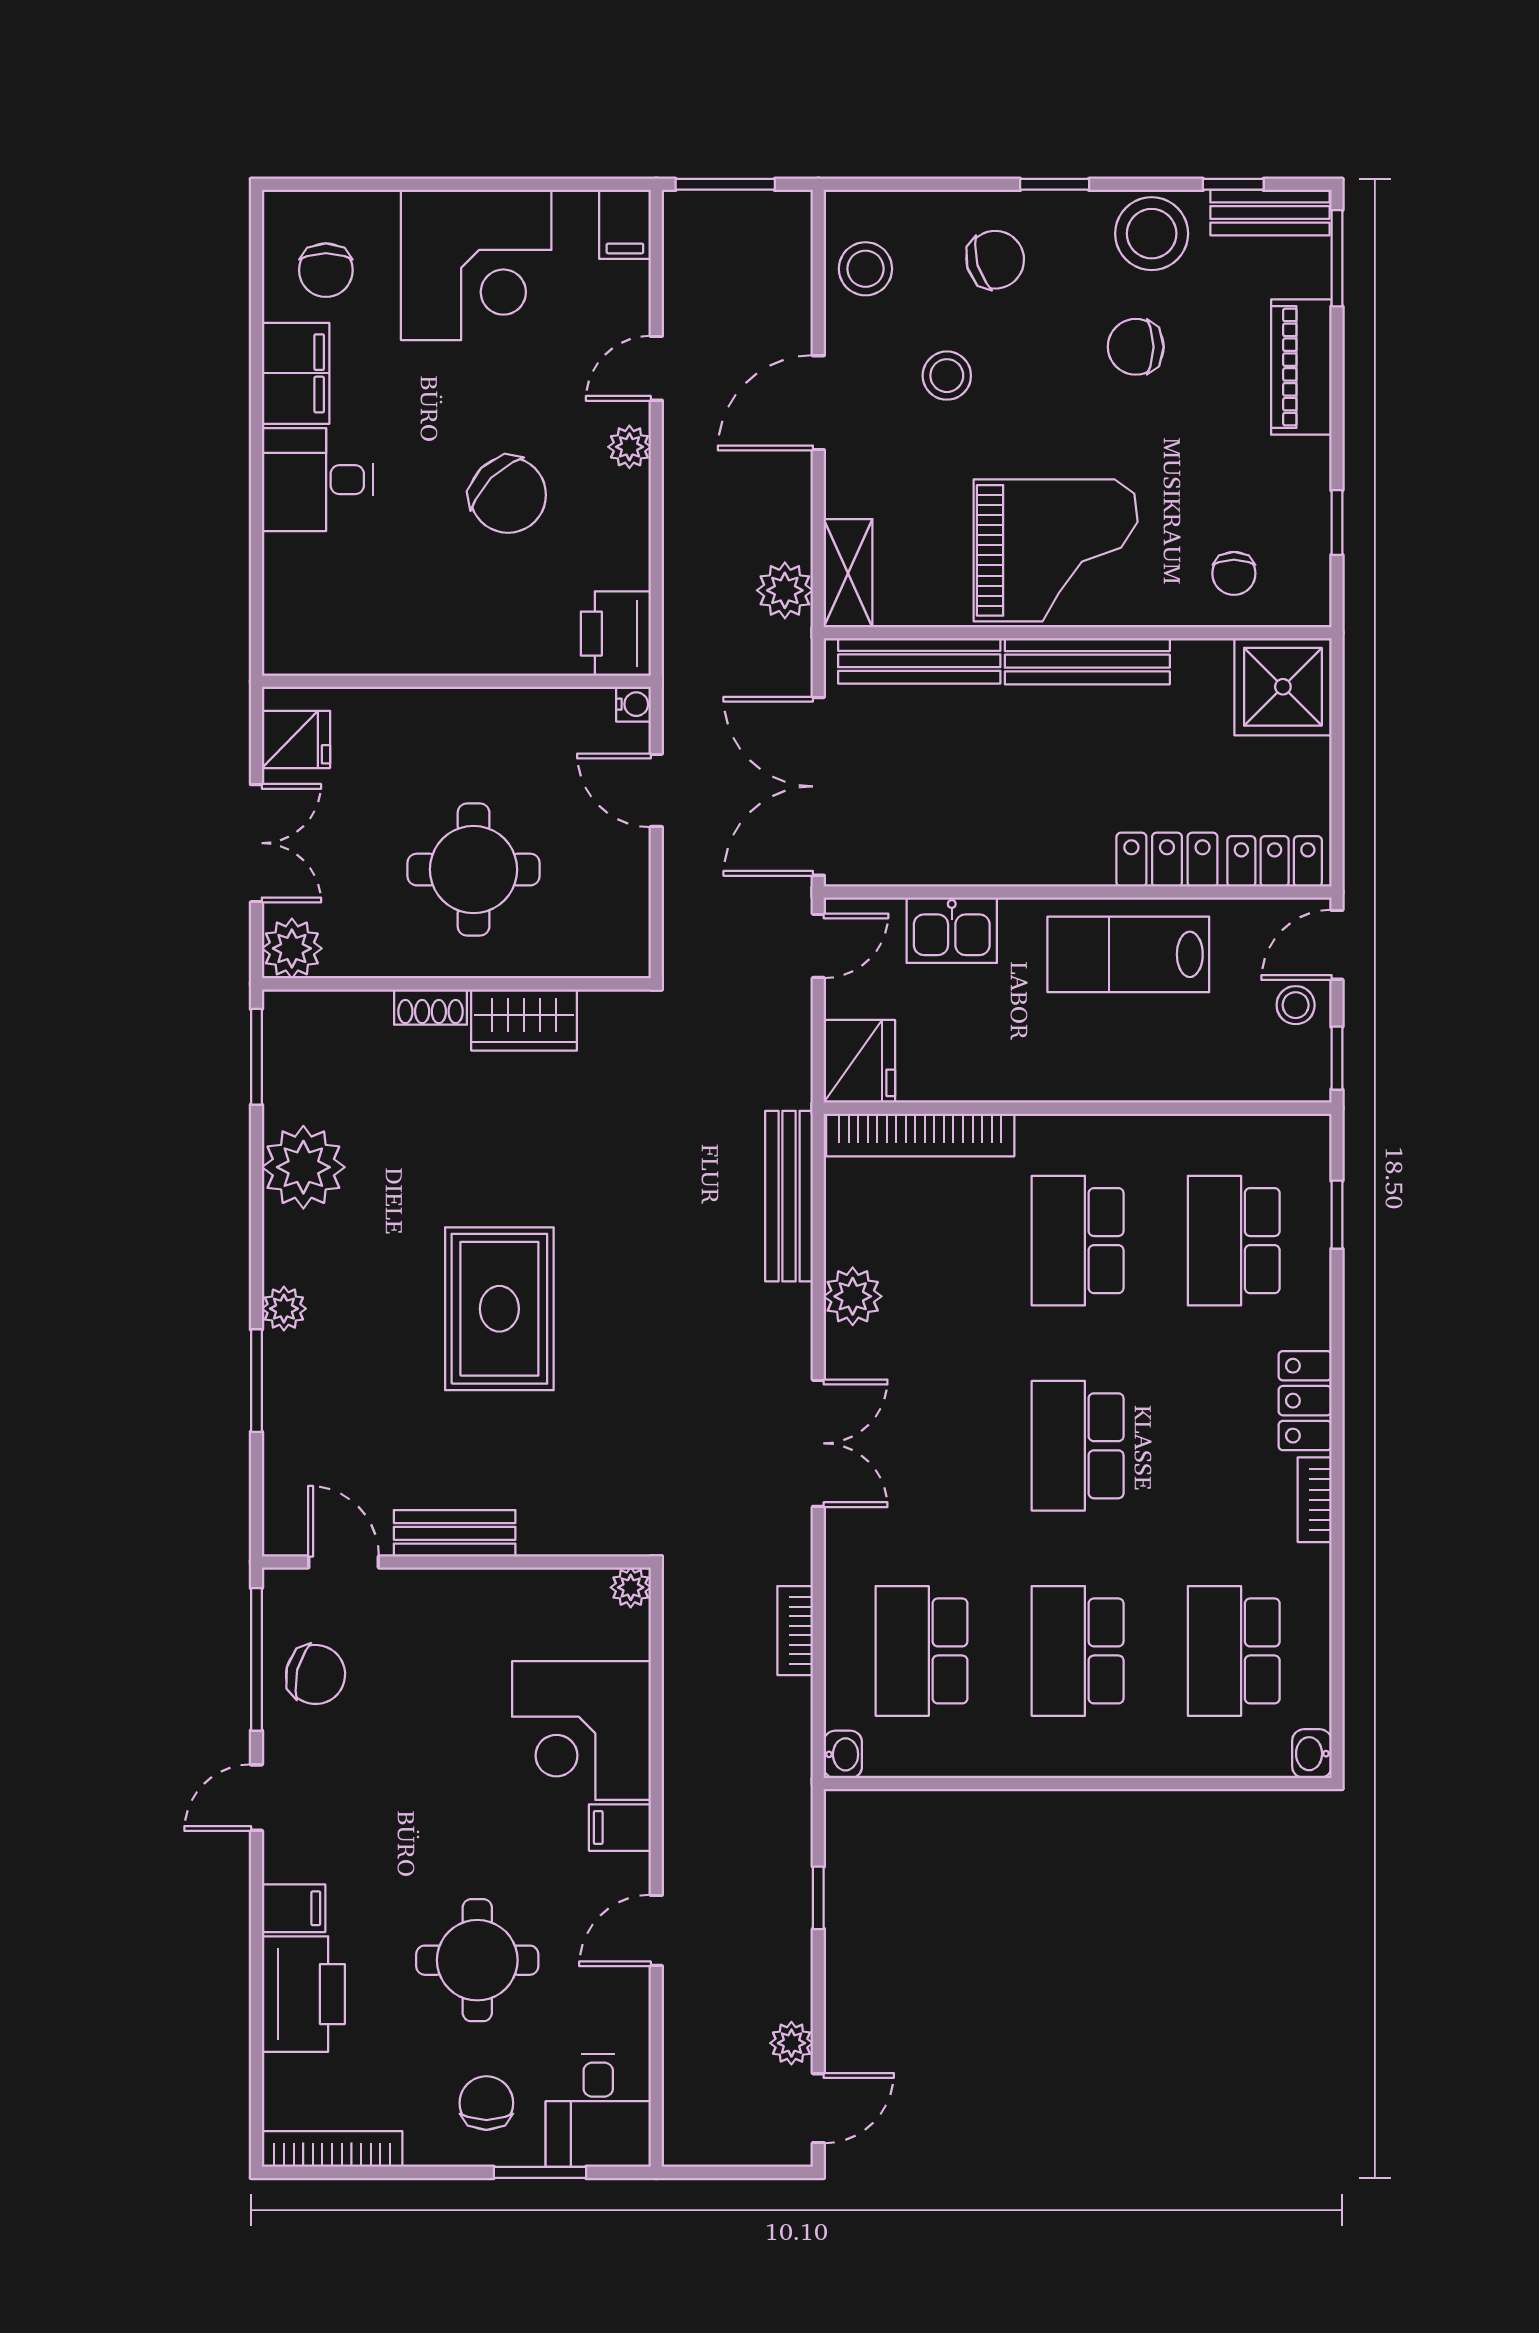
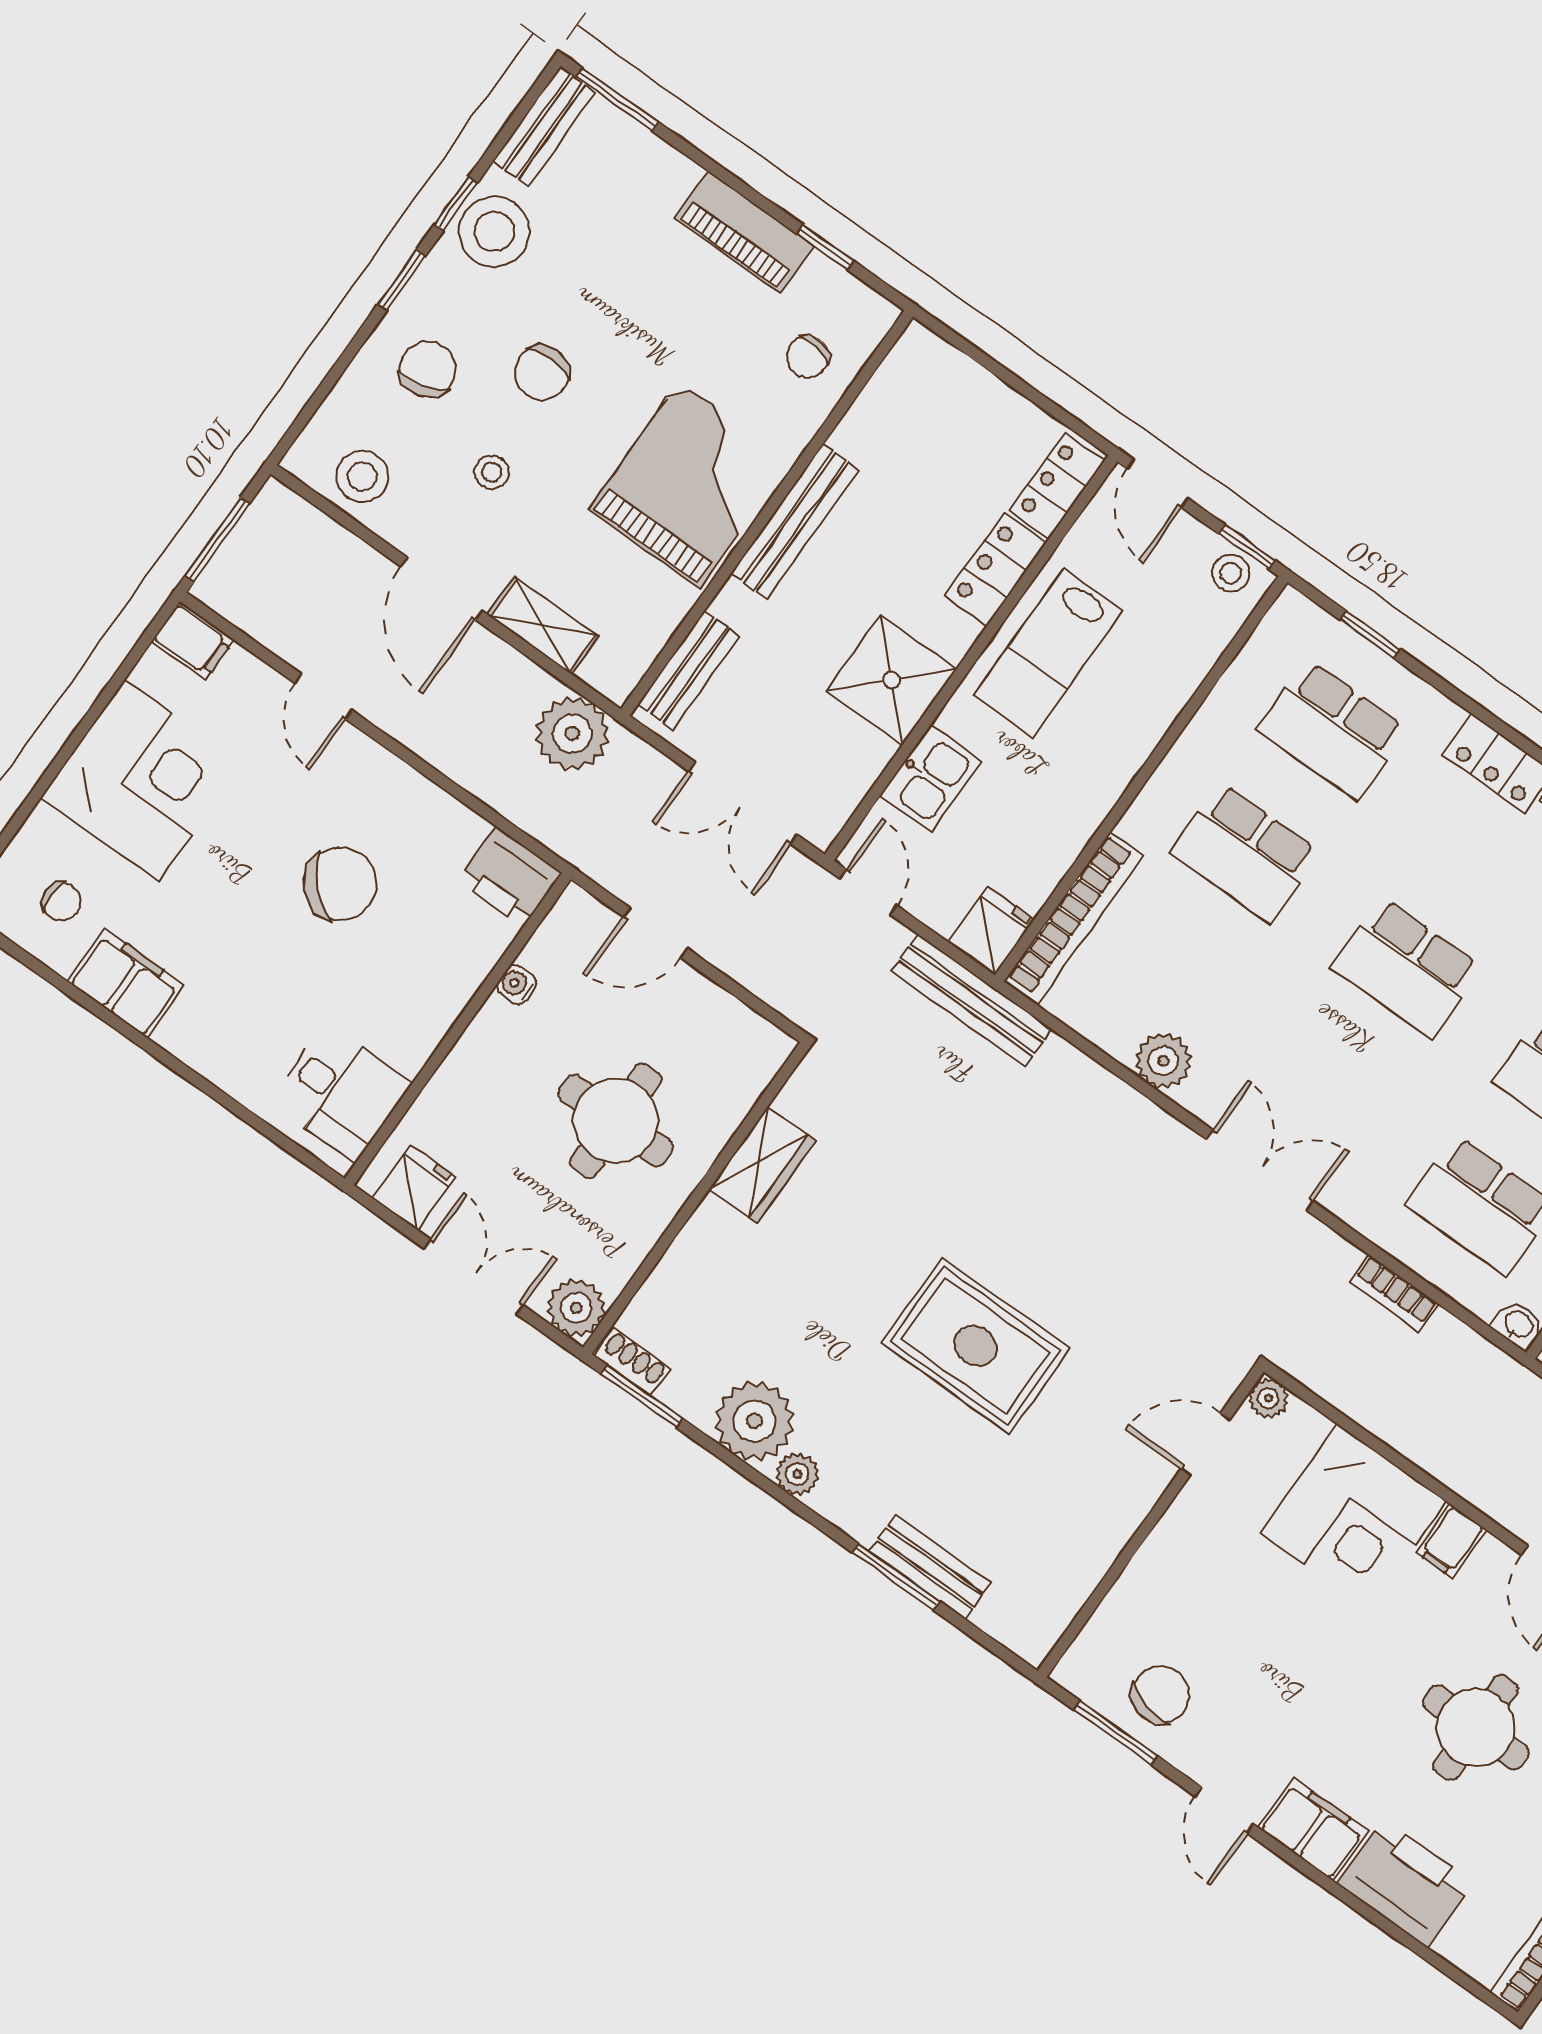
window: (1233, 184) -> (456, 204), moved
chair: (326, 270) -> (62, 902), width x0.73, depth x0.73
chair: (1136, 347) -> (542, 373), moved
piano: (1301, 367) -> (744, 232), moved
stool: (947, 376) -> (492, 472), width x0.73, depth x0.73
plant: (629, 447) -> (370, 762), removed
desk: (317, 480) -> (341, 1093), moved, turned -90
shelving: (848, 573) -> (543, 626), moved
chair: (1234, 573) -> (808, 357), turned 98
plant: (785, 590) -> (572, 733), width x1.36, depth x1.36
bench: (919, 661) -> (689, 670), width x0.73
shower: (1283, 687) -> (891, 680), moved
water cooler: (633, 704) -> (517, 984), moved, turned -90
double door: (818, 786) -> (743, 803), width x0.73
stool: (1296, 1005) -> (1231, 573), moved
shoe rack: (430, 1007) -> (632, 1362), moved, turned -90
fridge: (859, 1061) -> (991, 931), width x0.72
bench: (789, 1196) -> (972, 1000), moved
plant: (284, 1309) -> (797, 1474), moved
bench: (455, 1533) -> (930, 1567), moved, turned 90
door: (344, 1562) -> (1205, 1444), moved
window: (256, 1659) -> (1116, 1733), width x0.69
filing cabinet: (294, 1908) -> (1313, 1830), width x2.00

